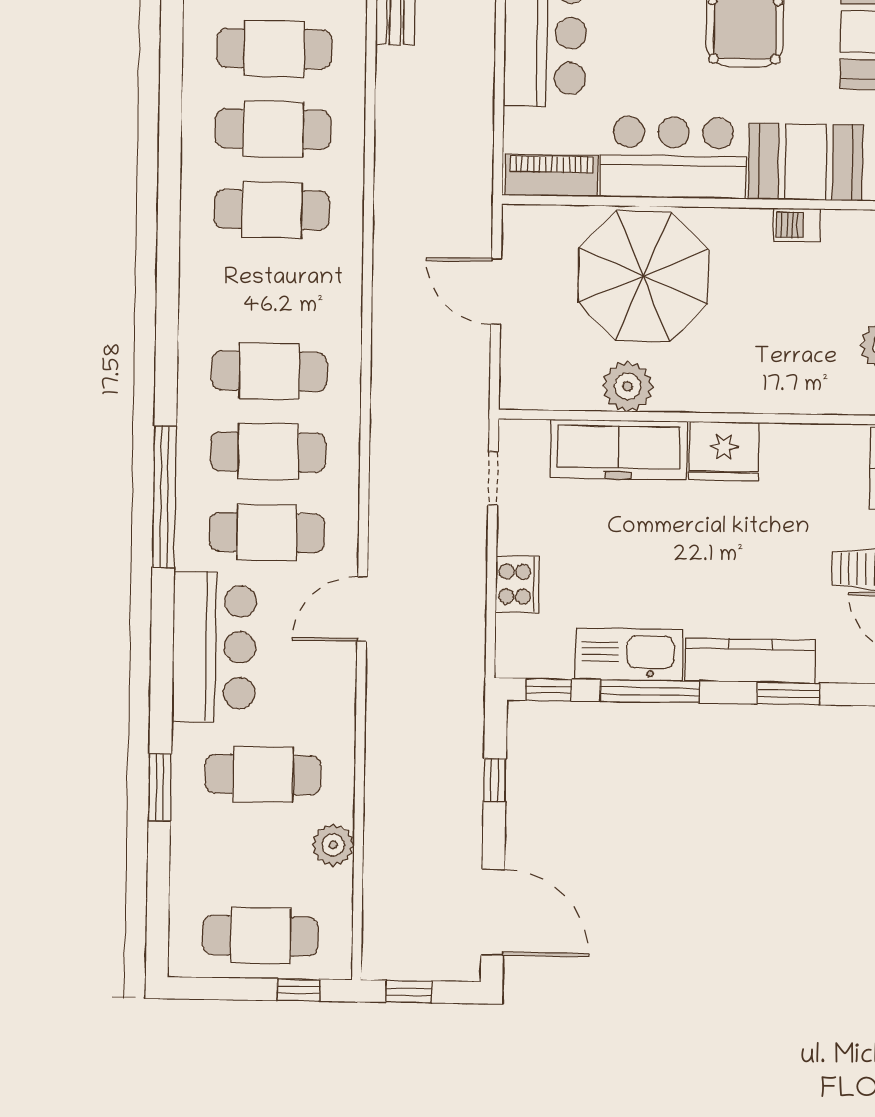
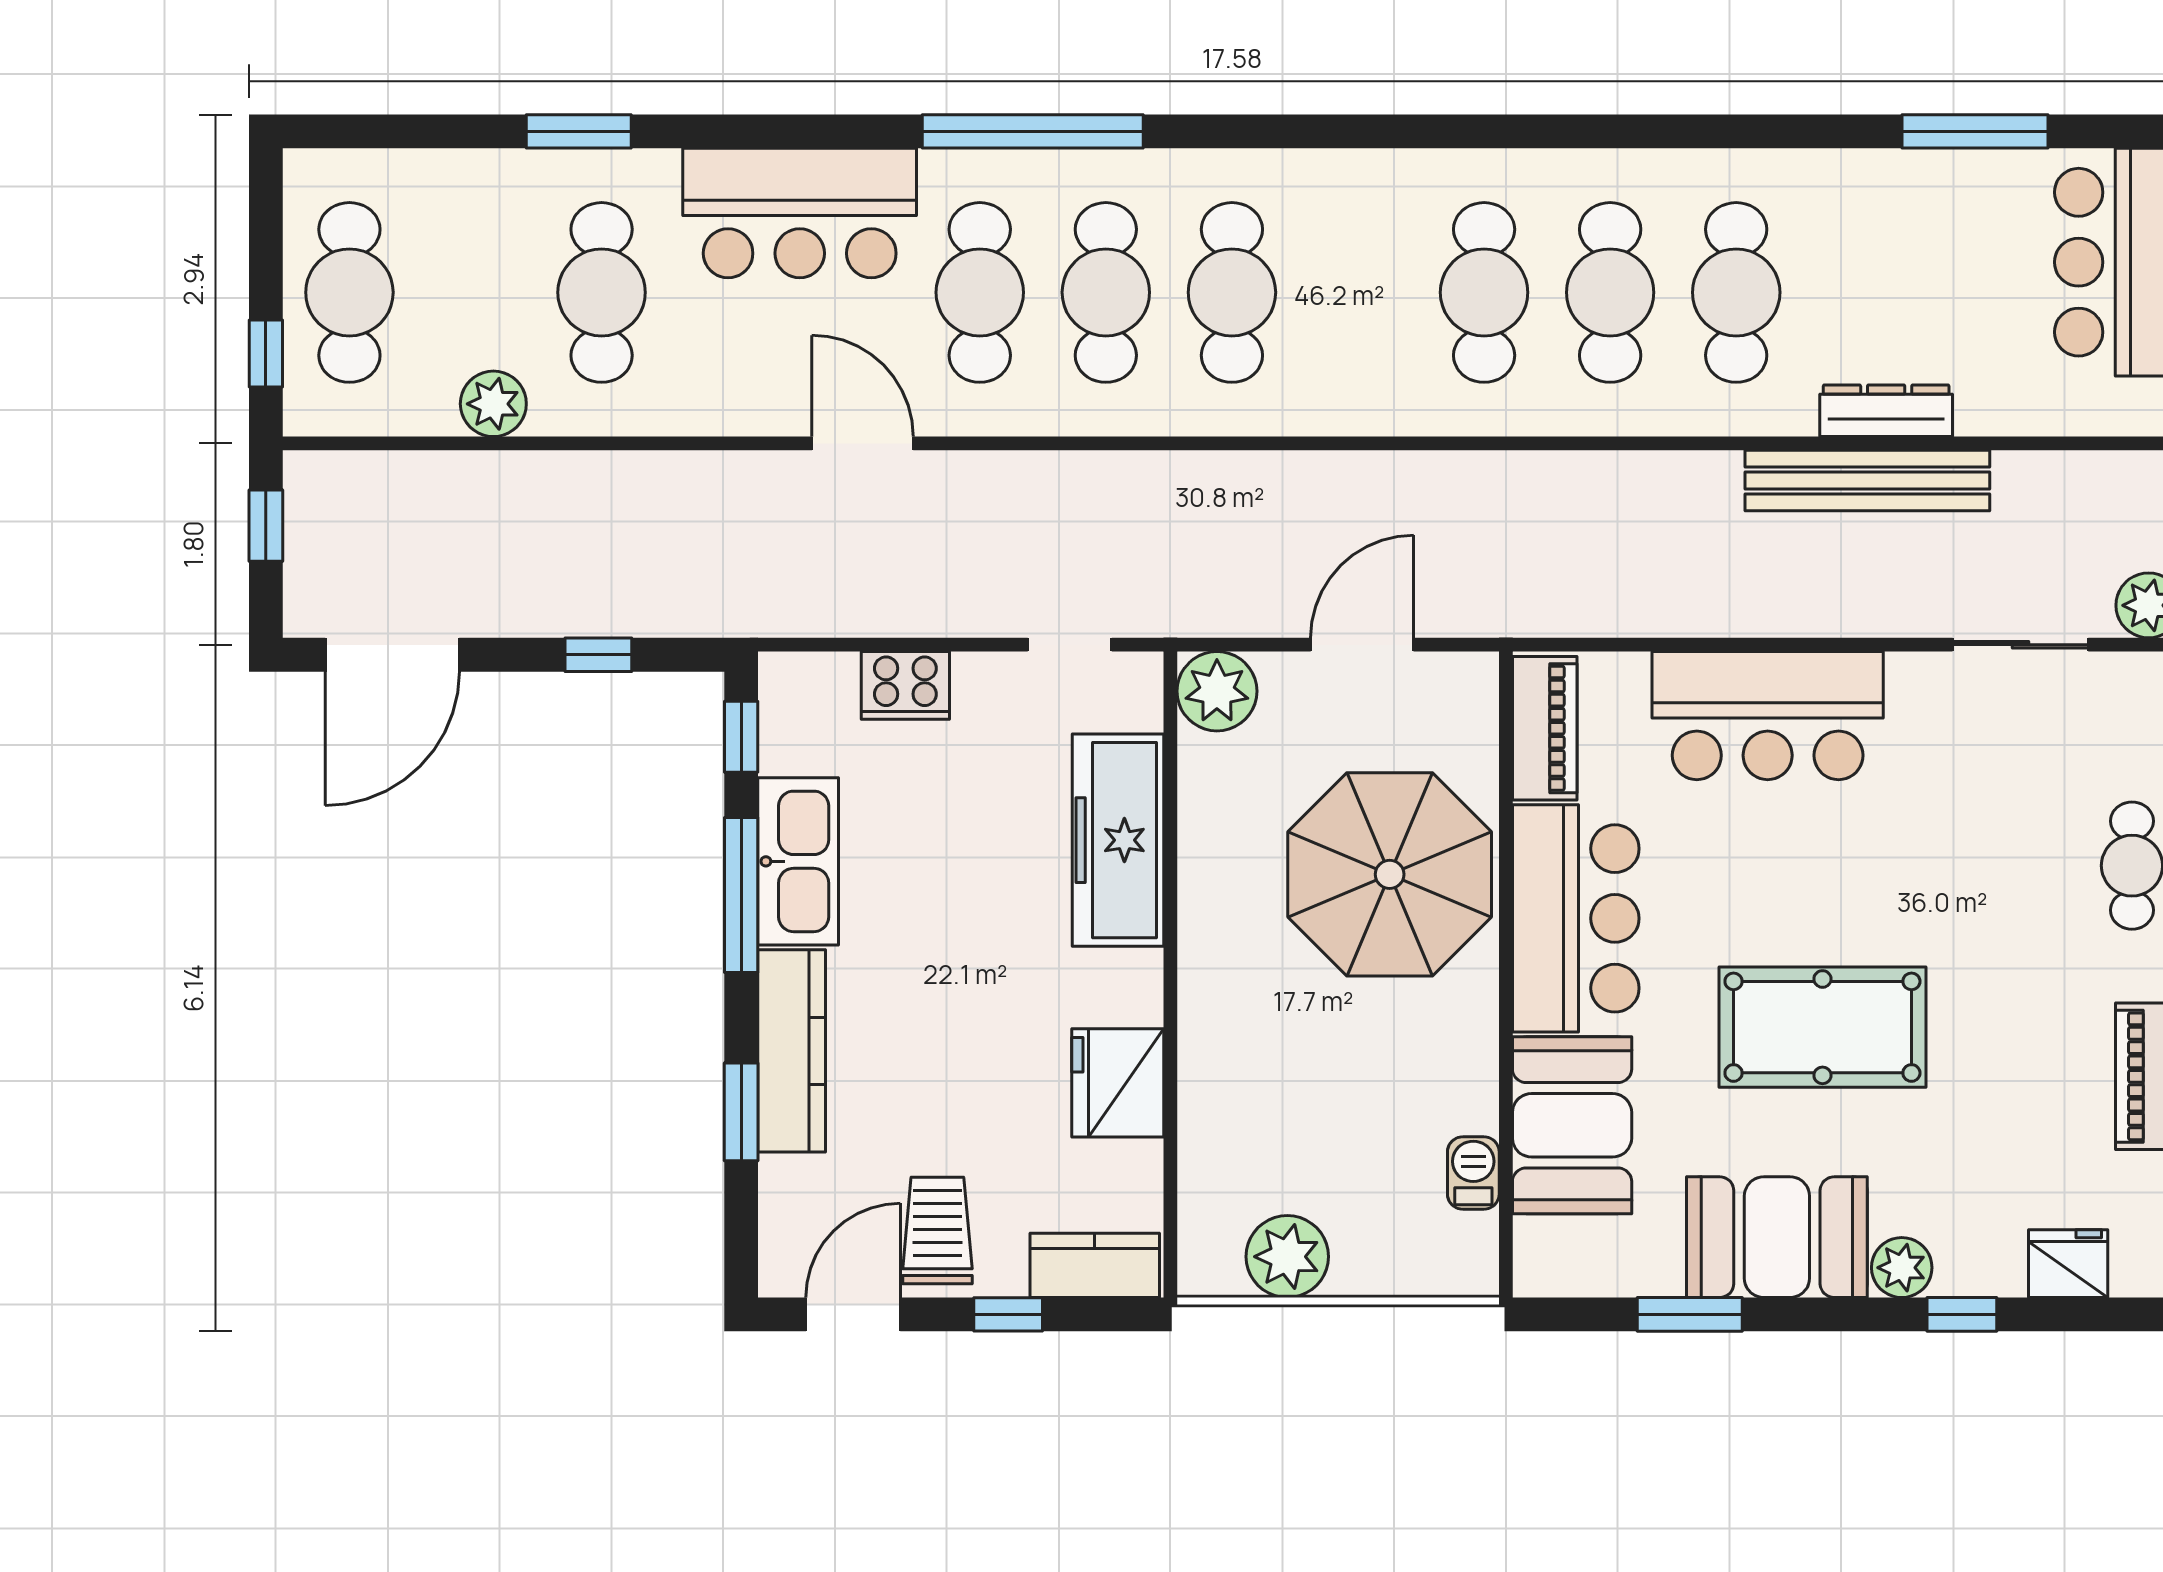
barbecue: (797, 225) -> (1473, 1173), moved
plant: (628, 386) -> (1217, 691), moved
fridge: (724, 451) -> (1118, 1083), moved

